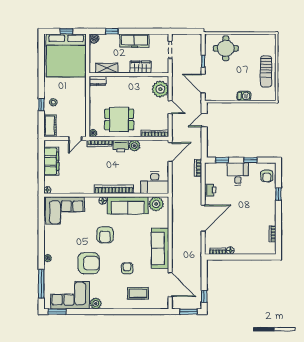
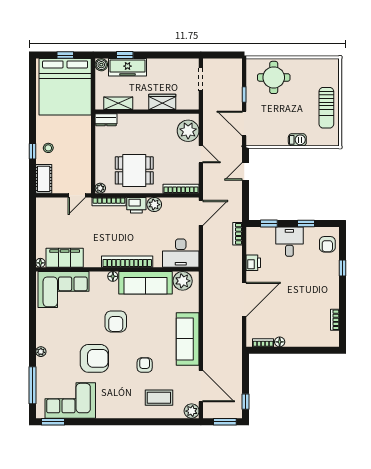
freezer: (134, 41) -> (128, 67), moved
filing cabinet: (51, 161) -> (65, 258), moved, turned -90
plant: (96, 303) -> (192, 411), moved

